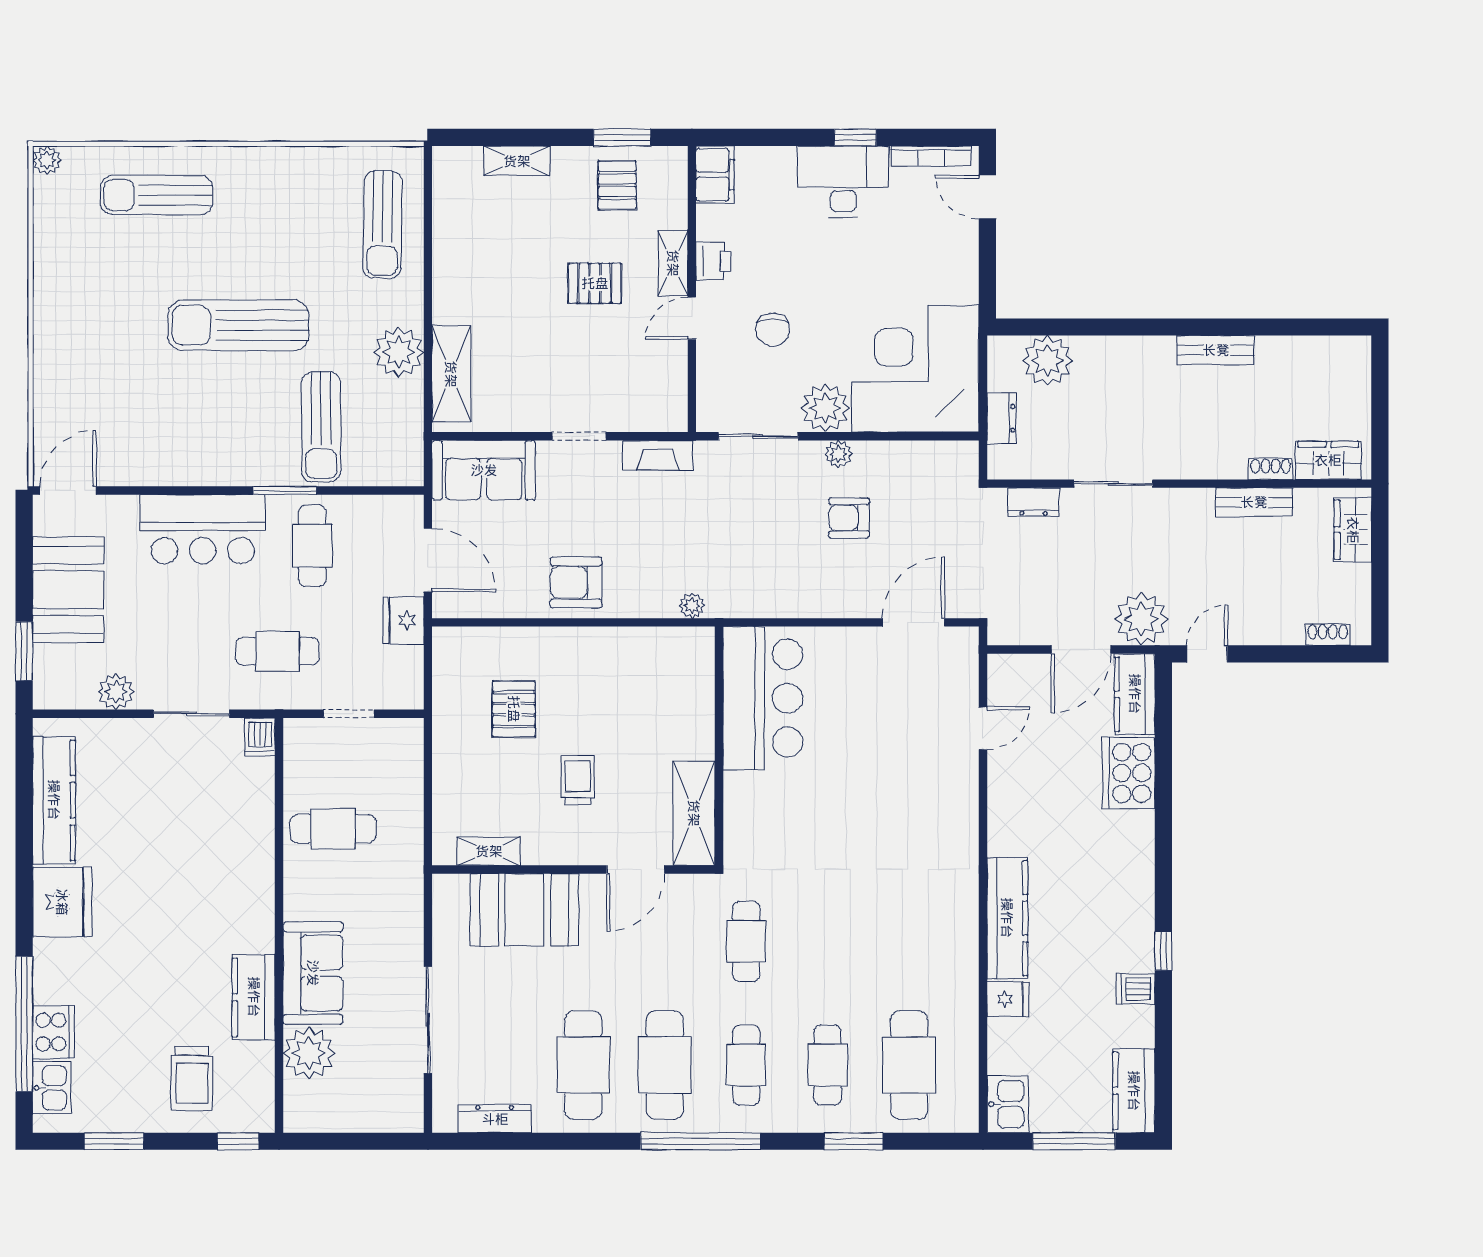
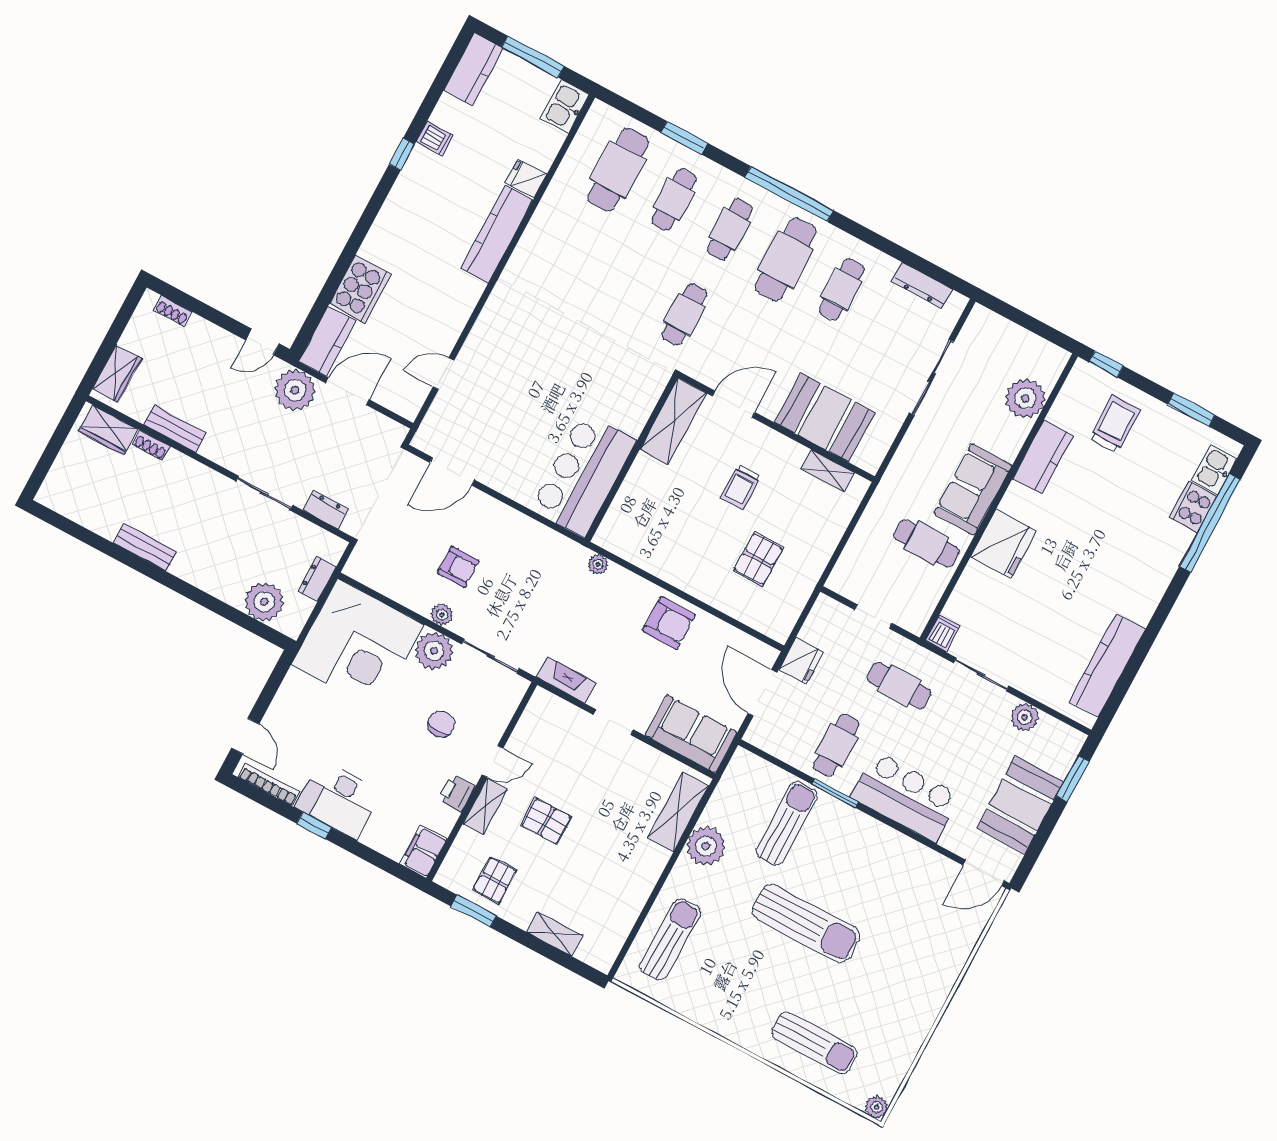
fridge: (62, 902) -> (1004, 544), moved, turned 180
sofa: (313, 973) -> (973, 489), moved
cafe table: (583, 1065) -> (842, 289), width x0.73, depth x0.74

